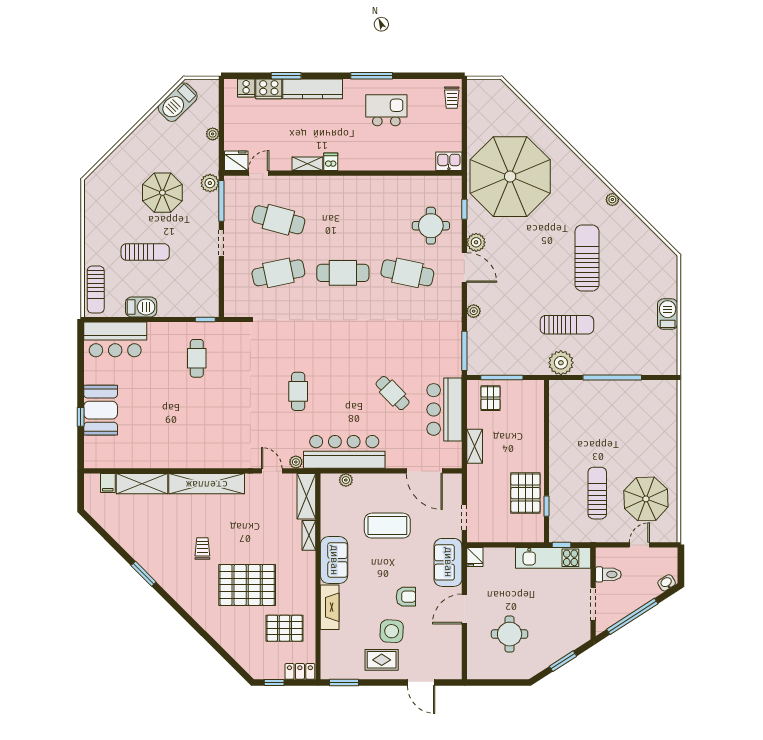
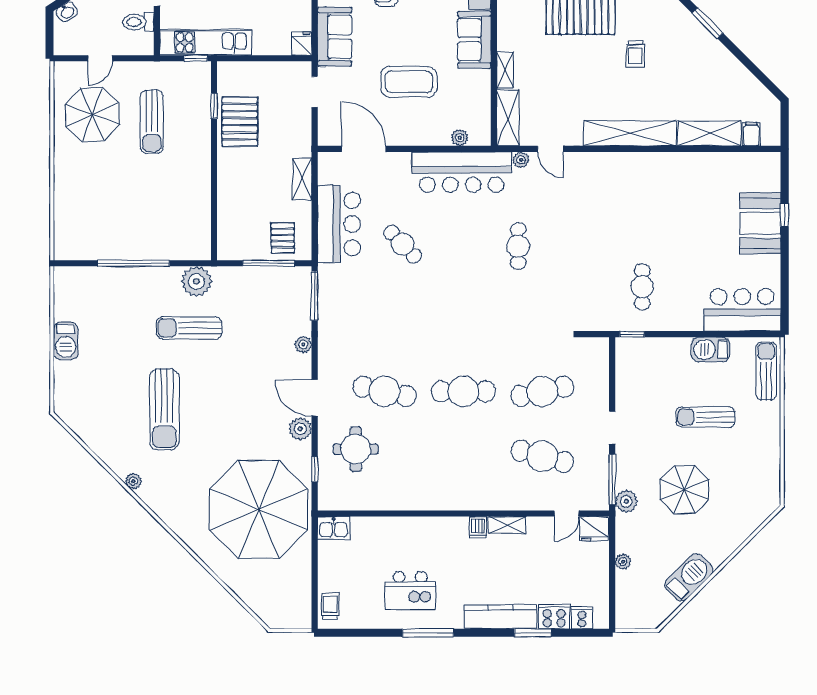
barbecue: (178, 102) -> (689, 577), moved

